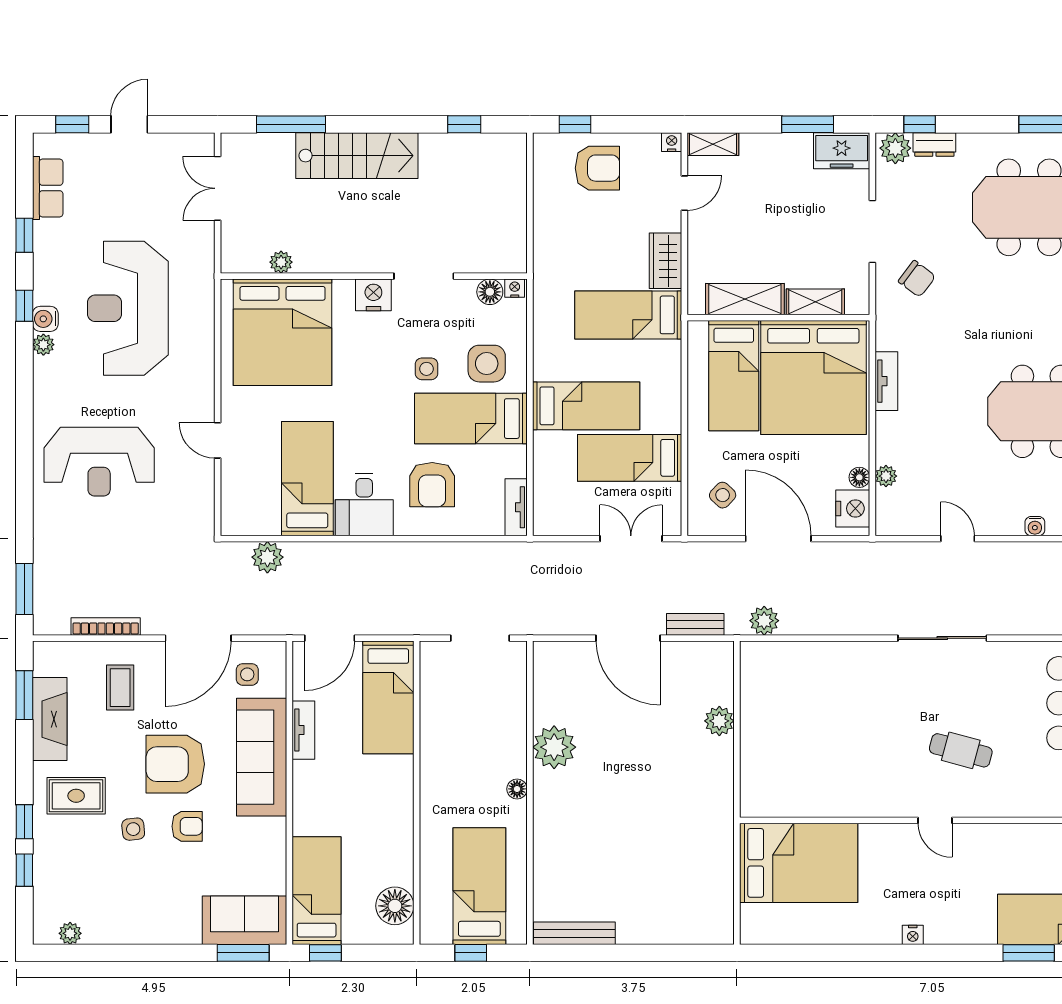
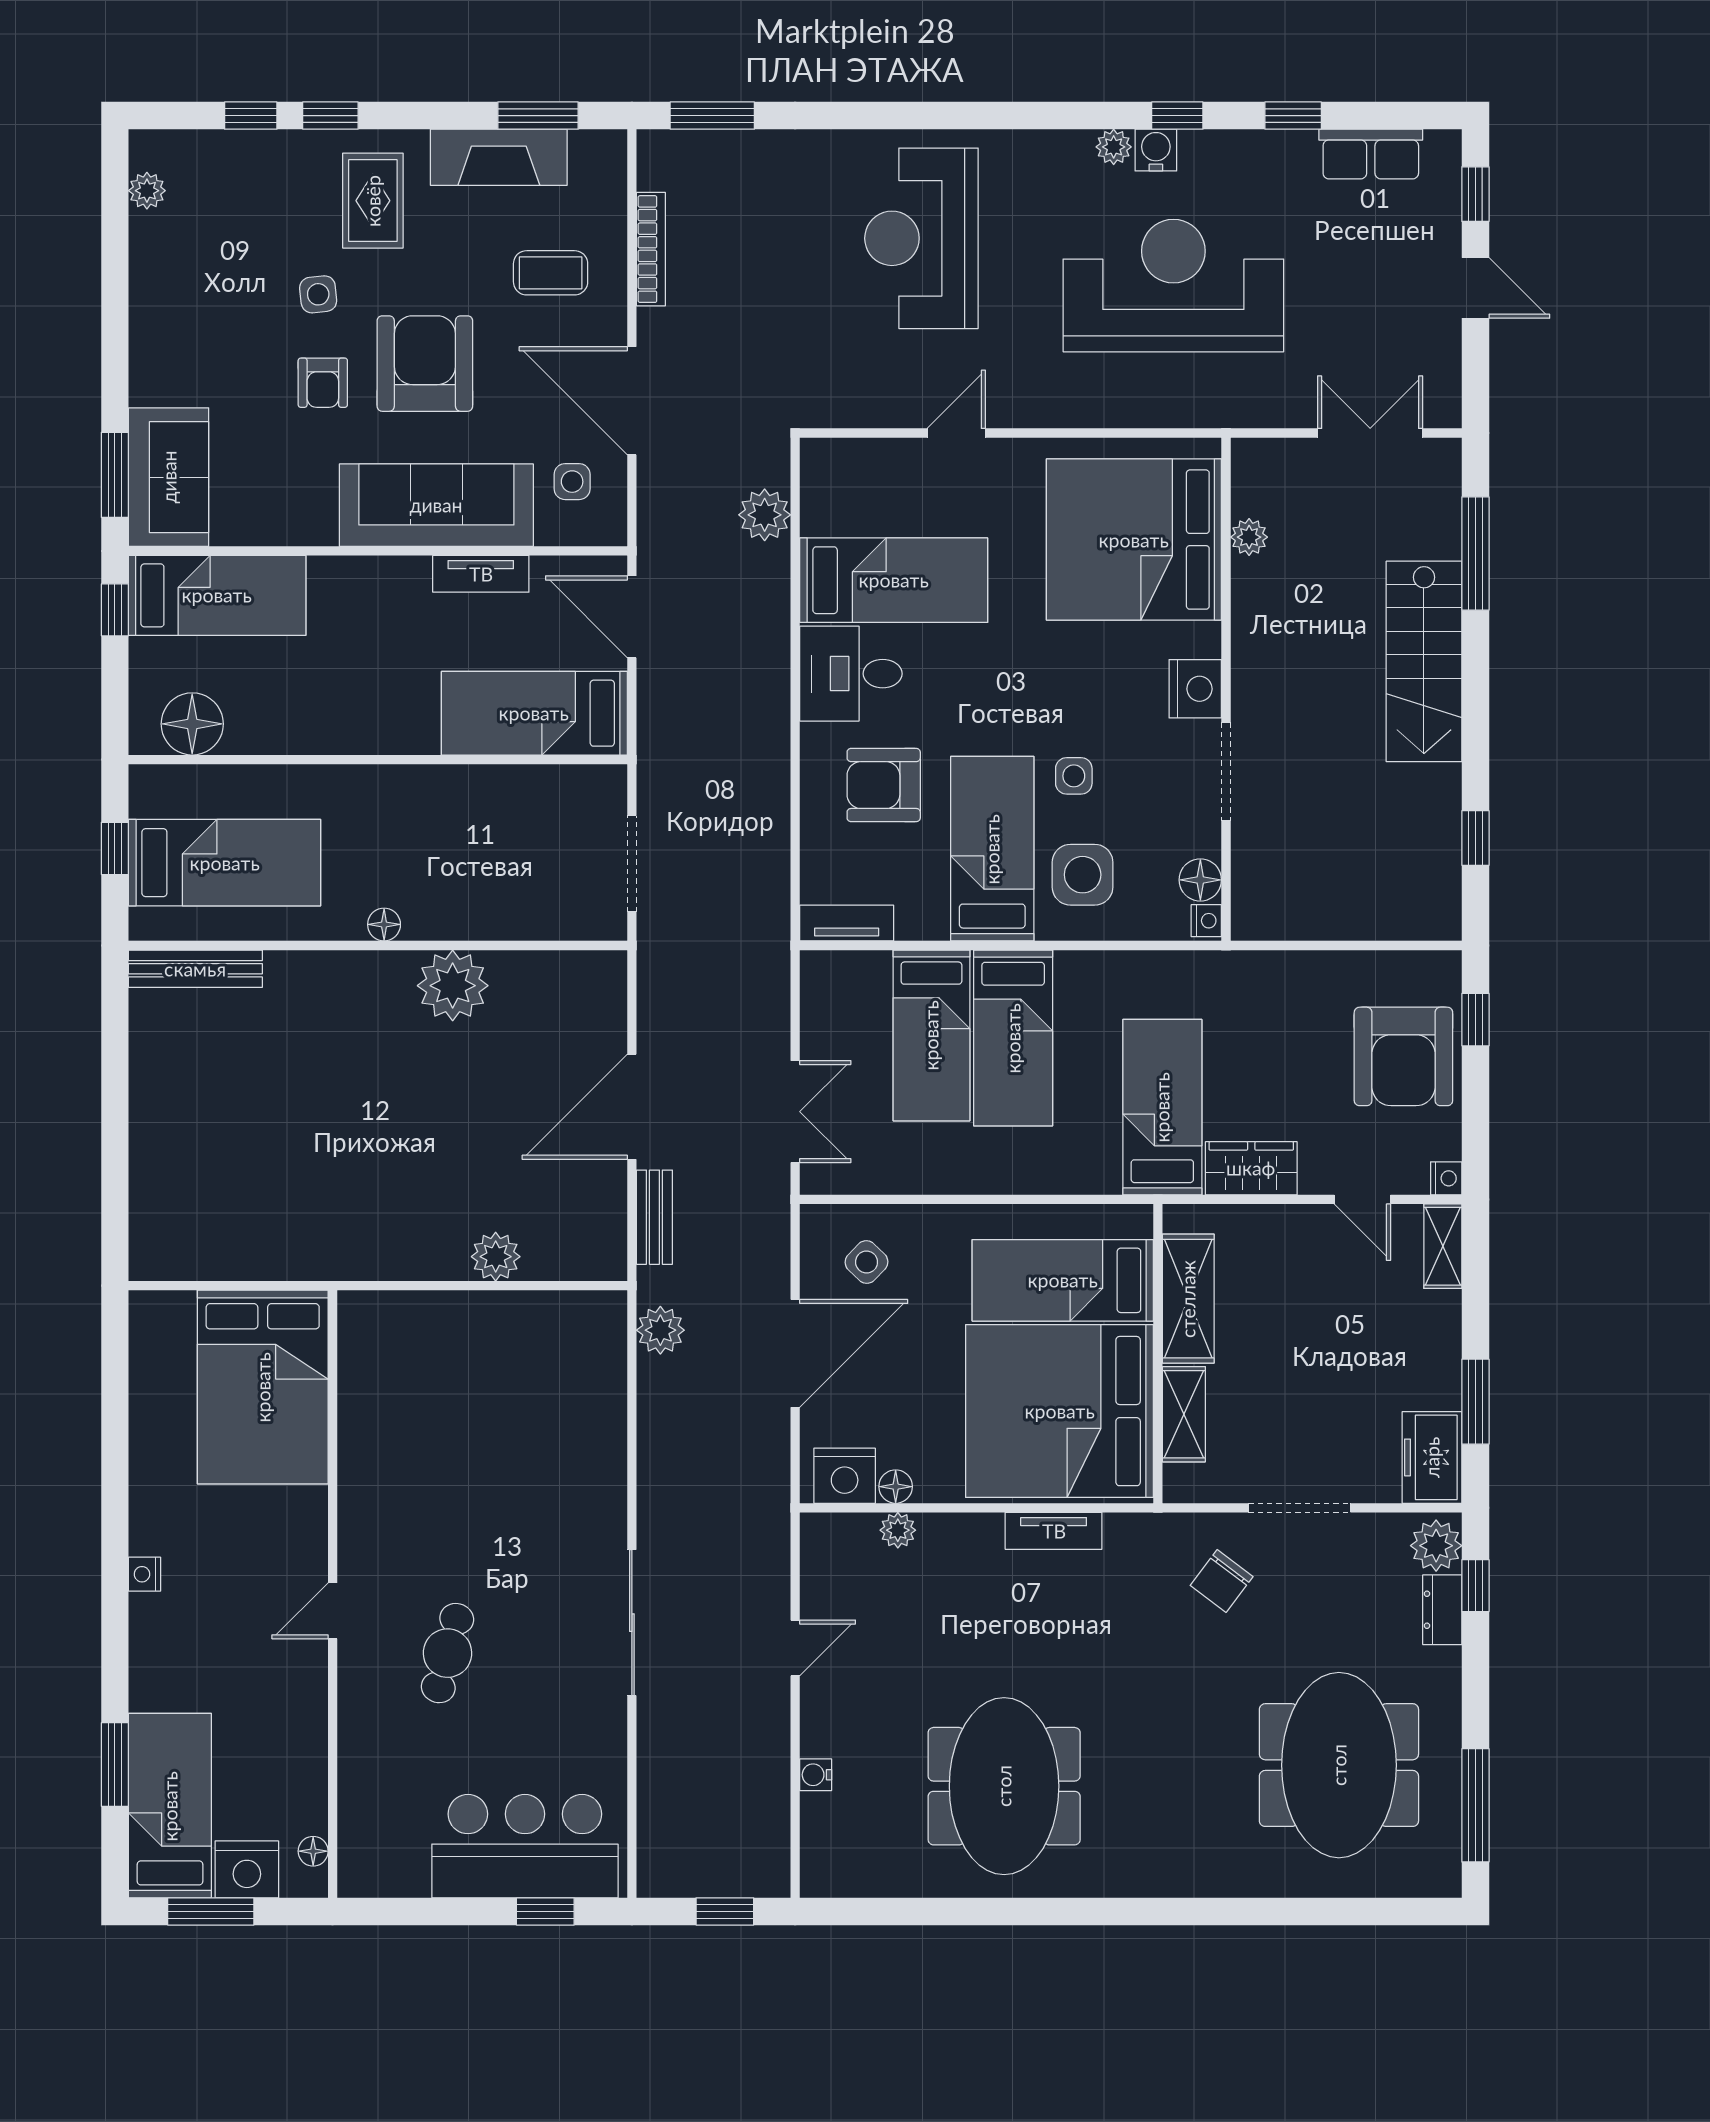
armchair: (597, 168) -> (1403, 1056), width x1.36, depth x1.36
bed: (630, 458) -> (931, 1035), moved, turned 180
bench: (574, 933) -> (195, 969), moved, turned 90

